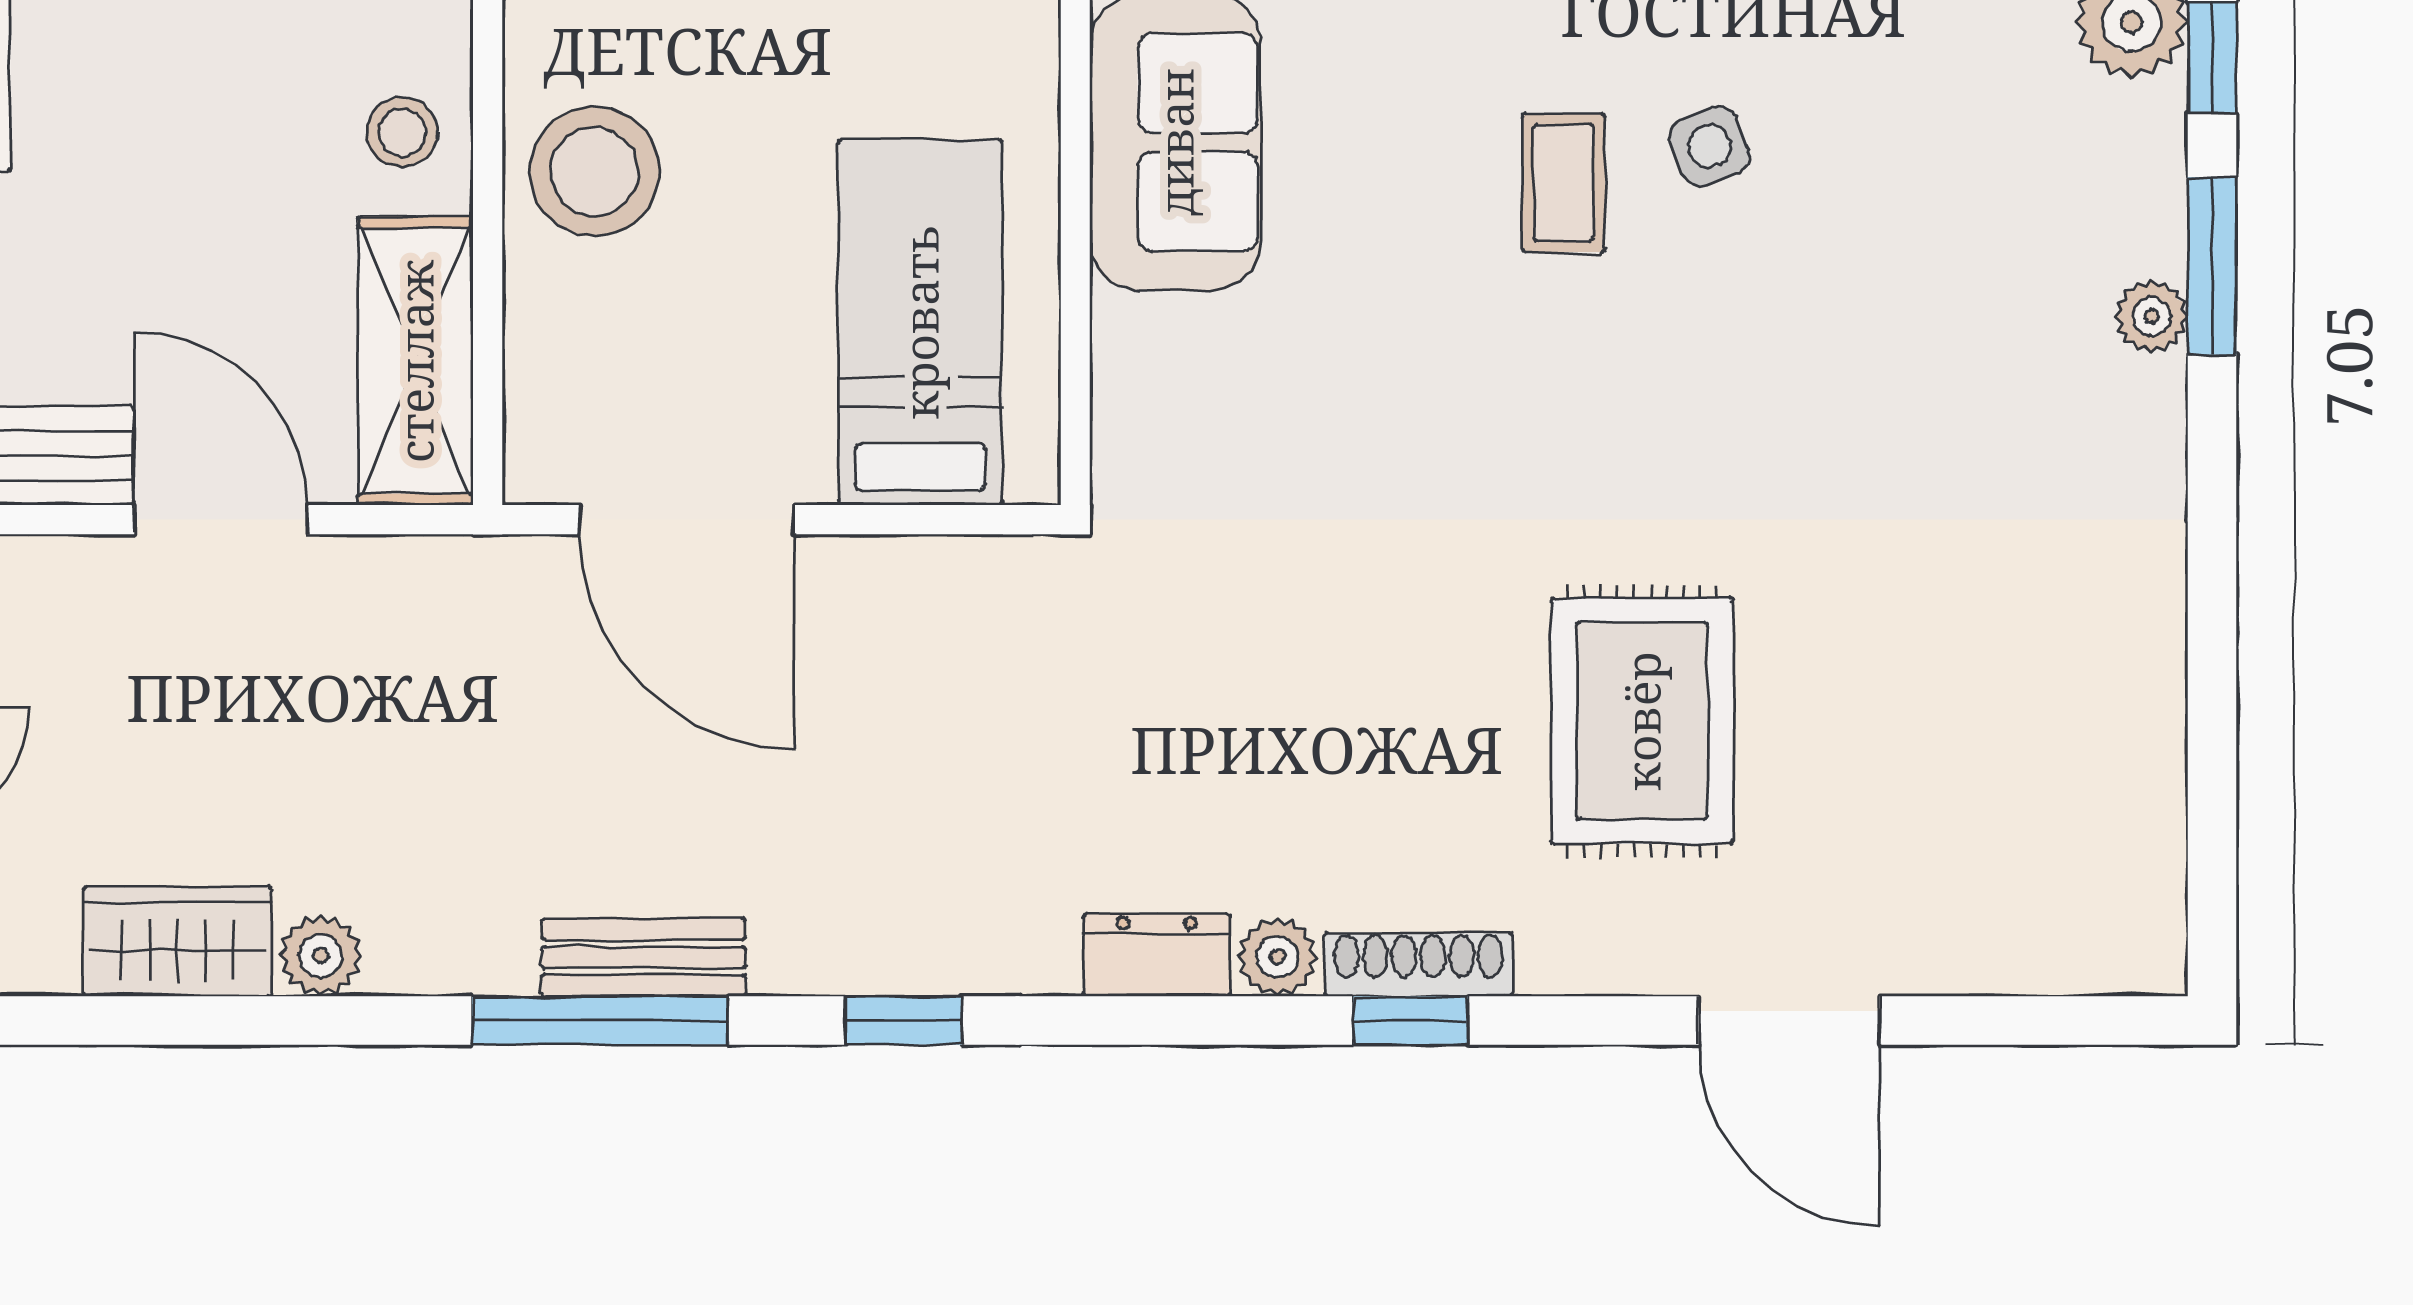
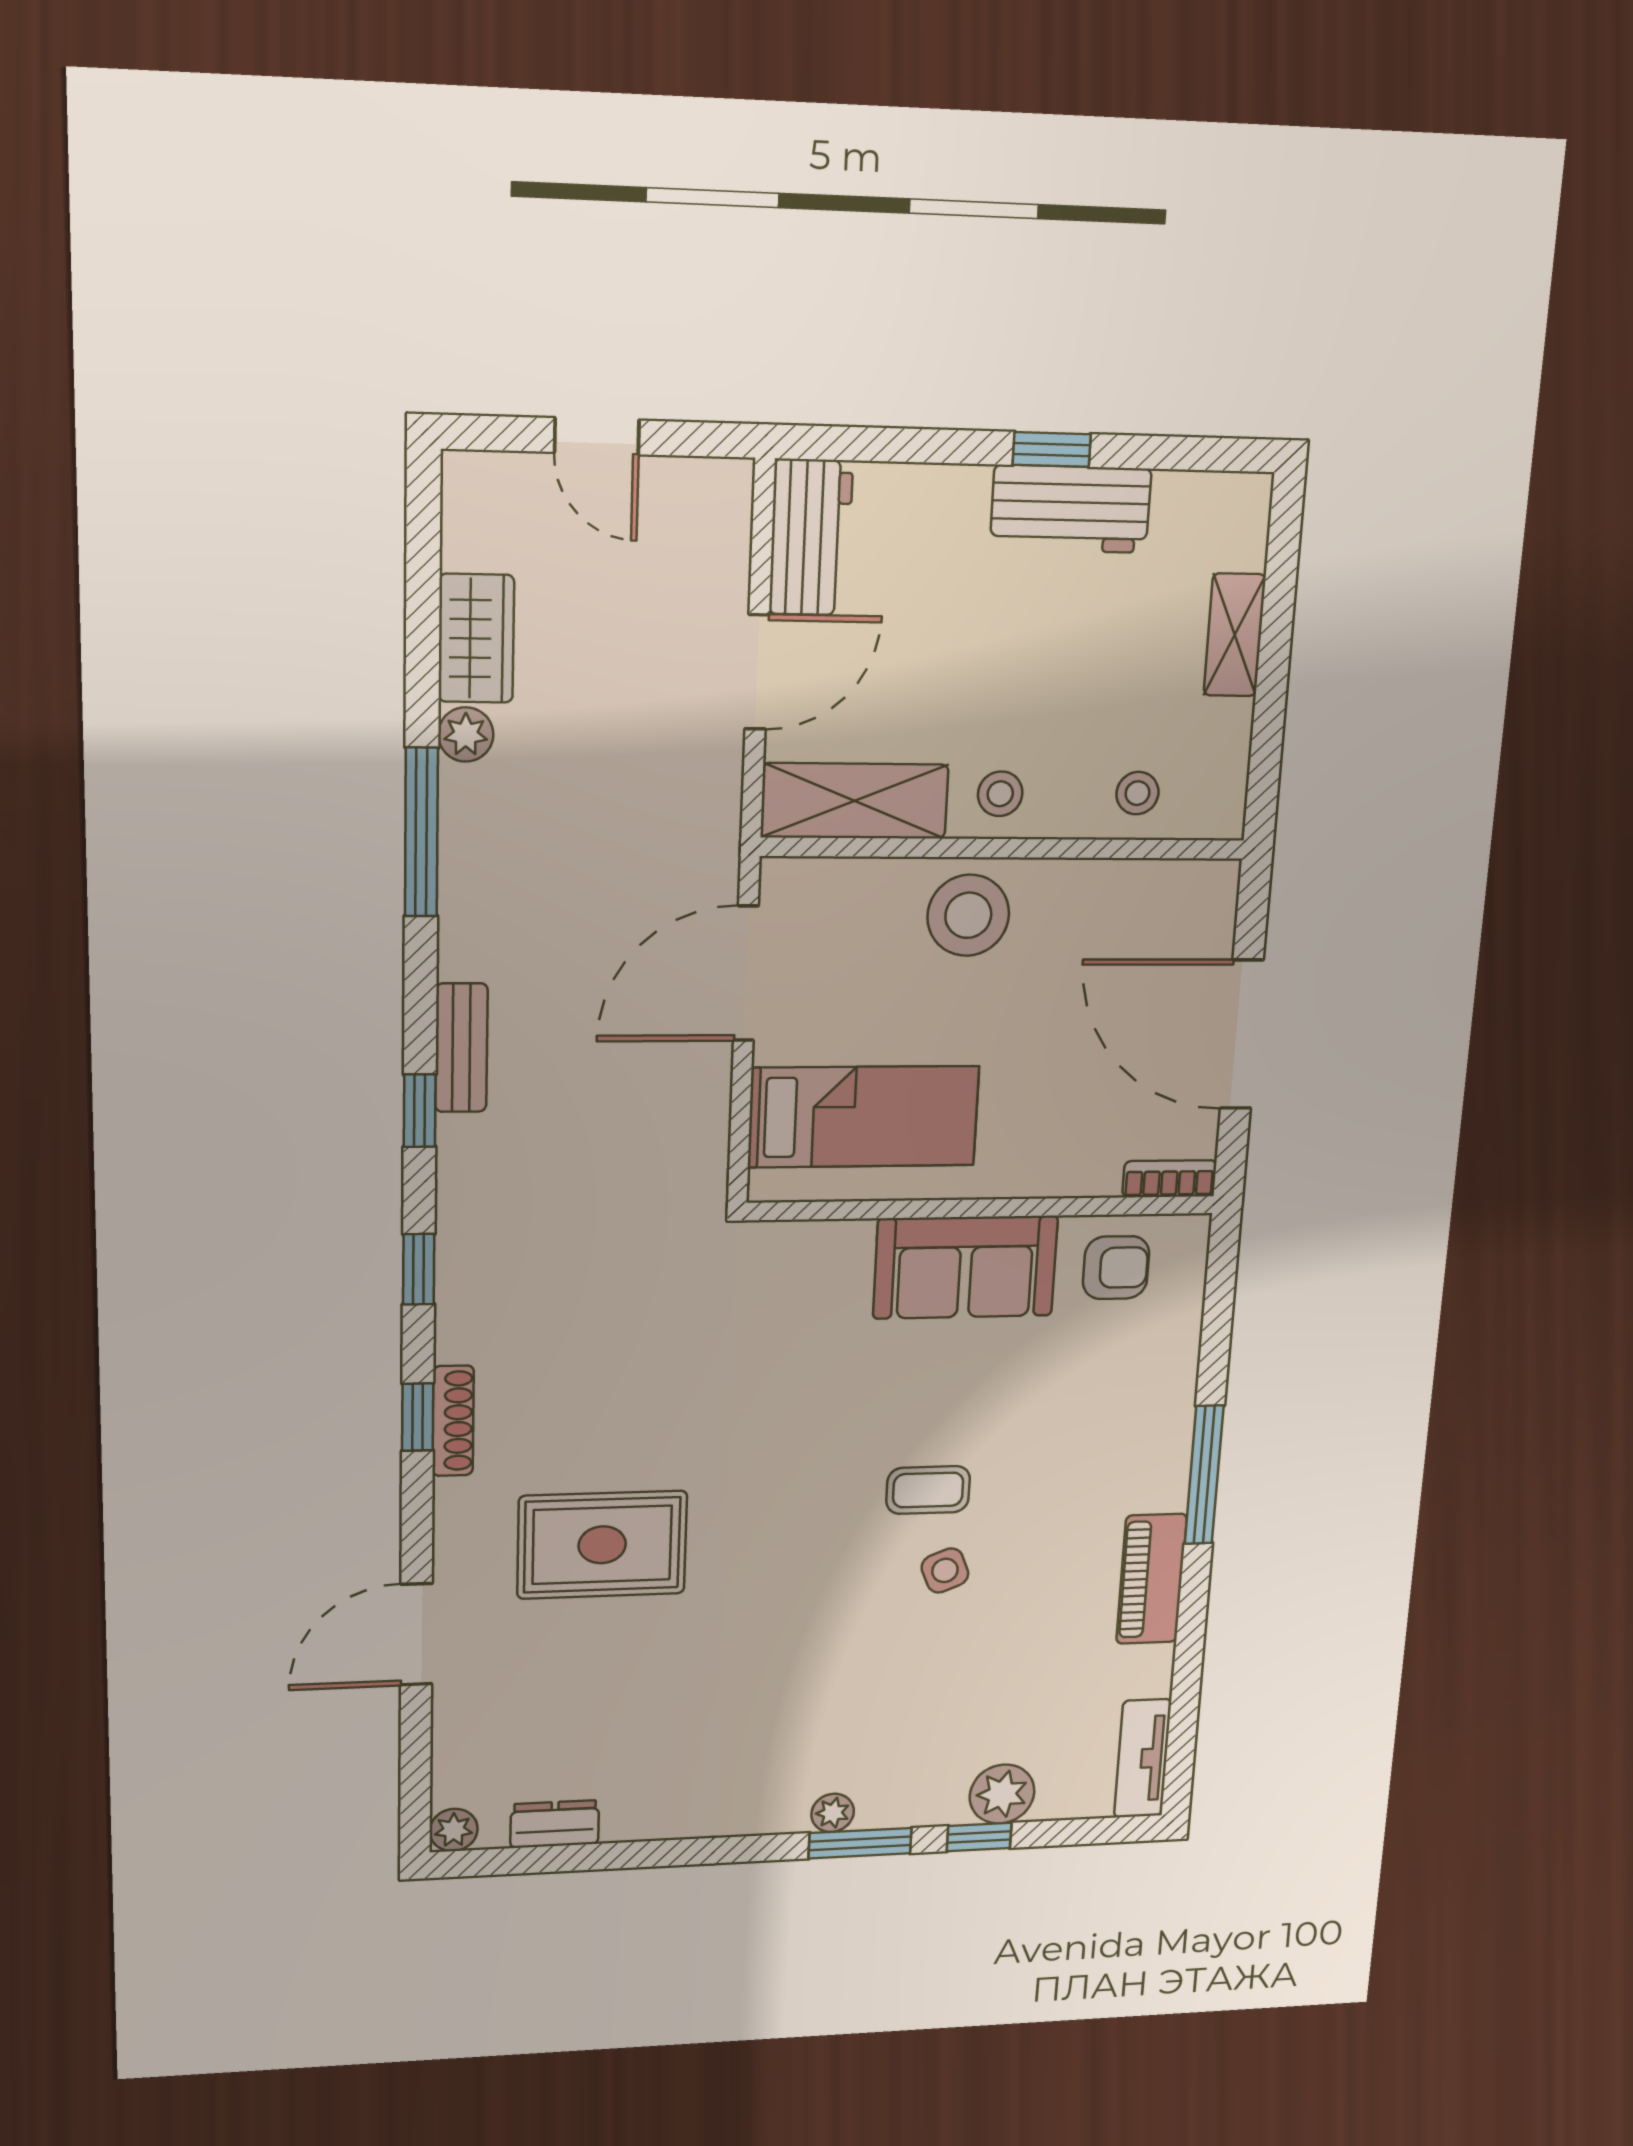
dresser: (1157, 955) -> (555, 1824), moved, turned -90
bench: (644, 957) -> (461, 1048), moved
plant: (1277, 957) -> (454, 1830), moved
window: (600, 1021) -> (421, 832), moved
window: (1162, 1021) -> (419, 1269), added

